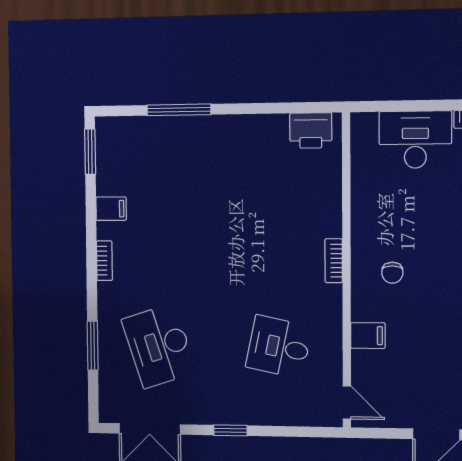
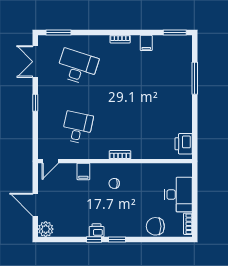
window: (93, 346) -> (58, 33), moved
desk: (159, 346) -> (77, 67), turned 36

